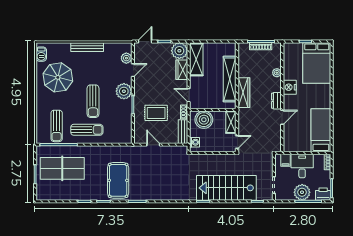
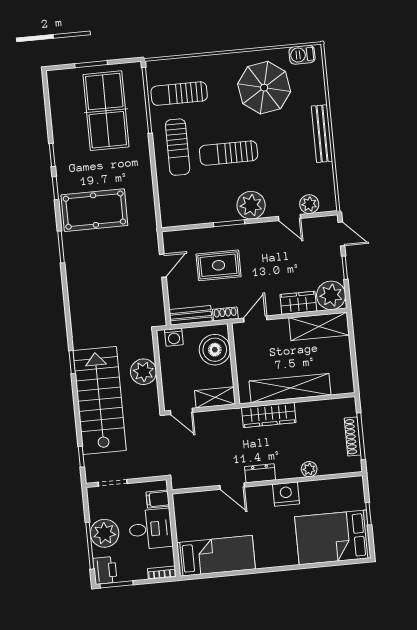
rug: (156, 113) -> (219, 265), turned 90
plant: (212, 161) -> (143, 372), added

